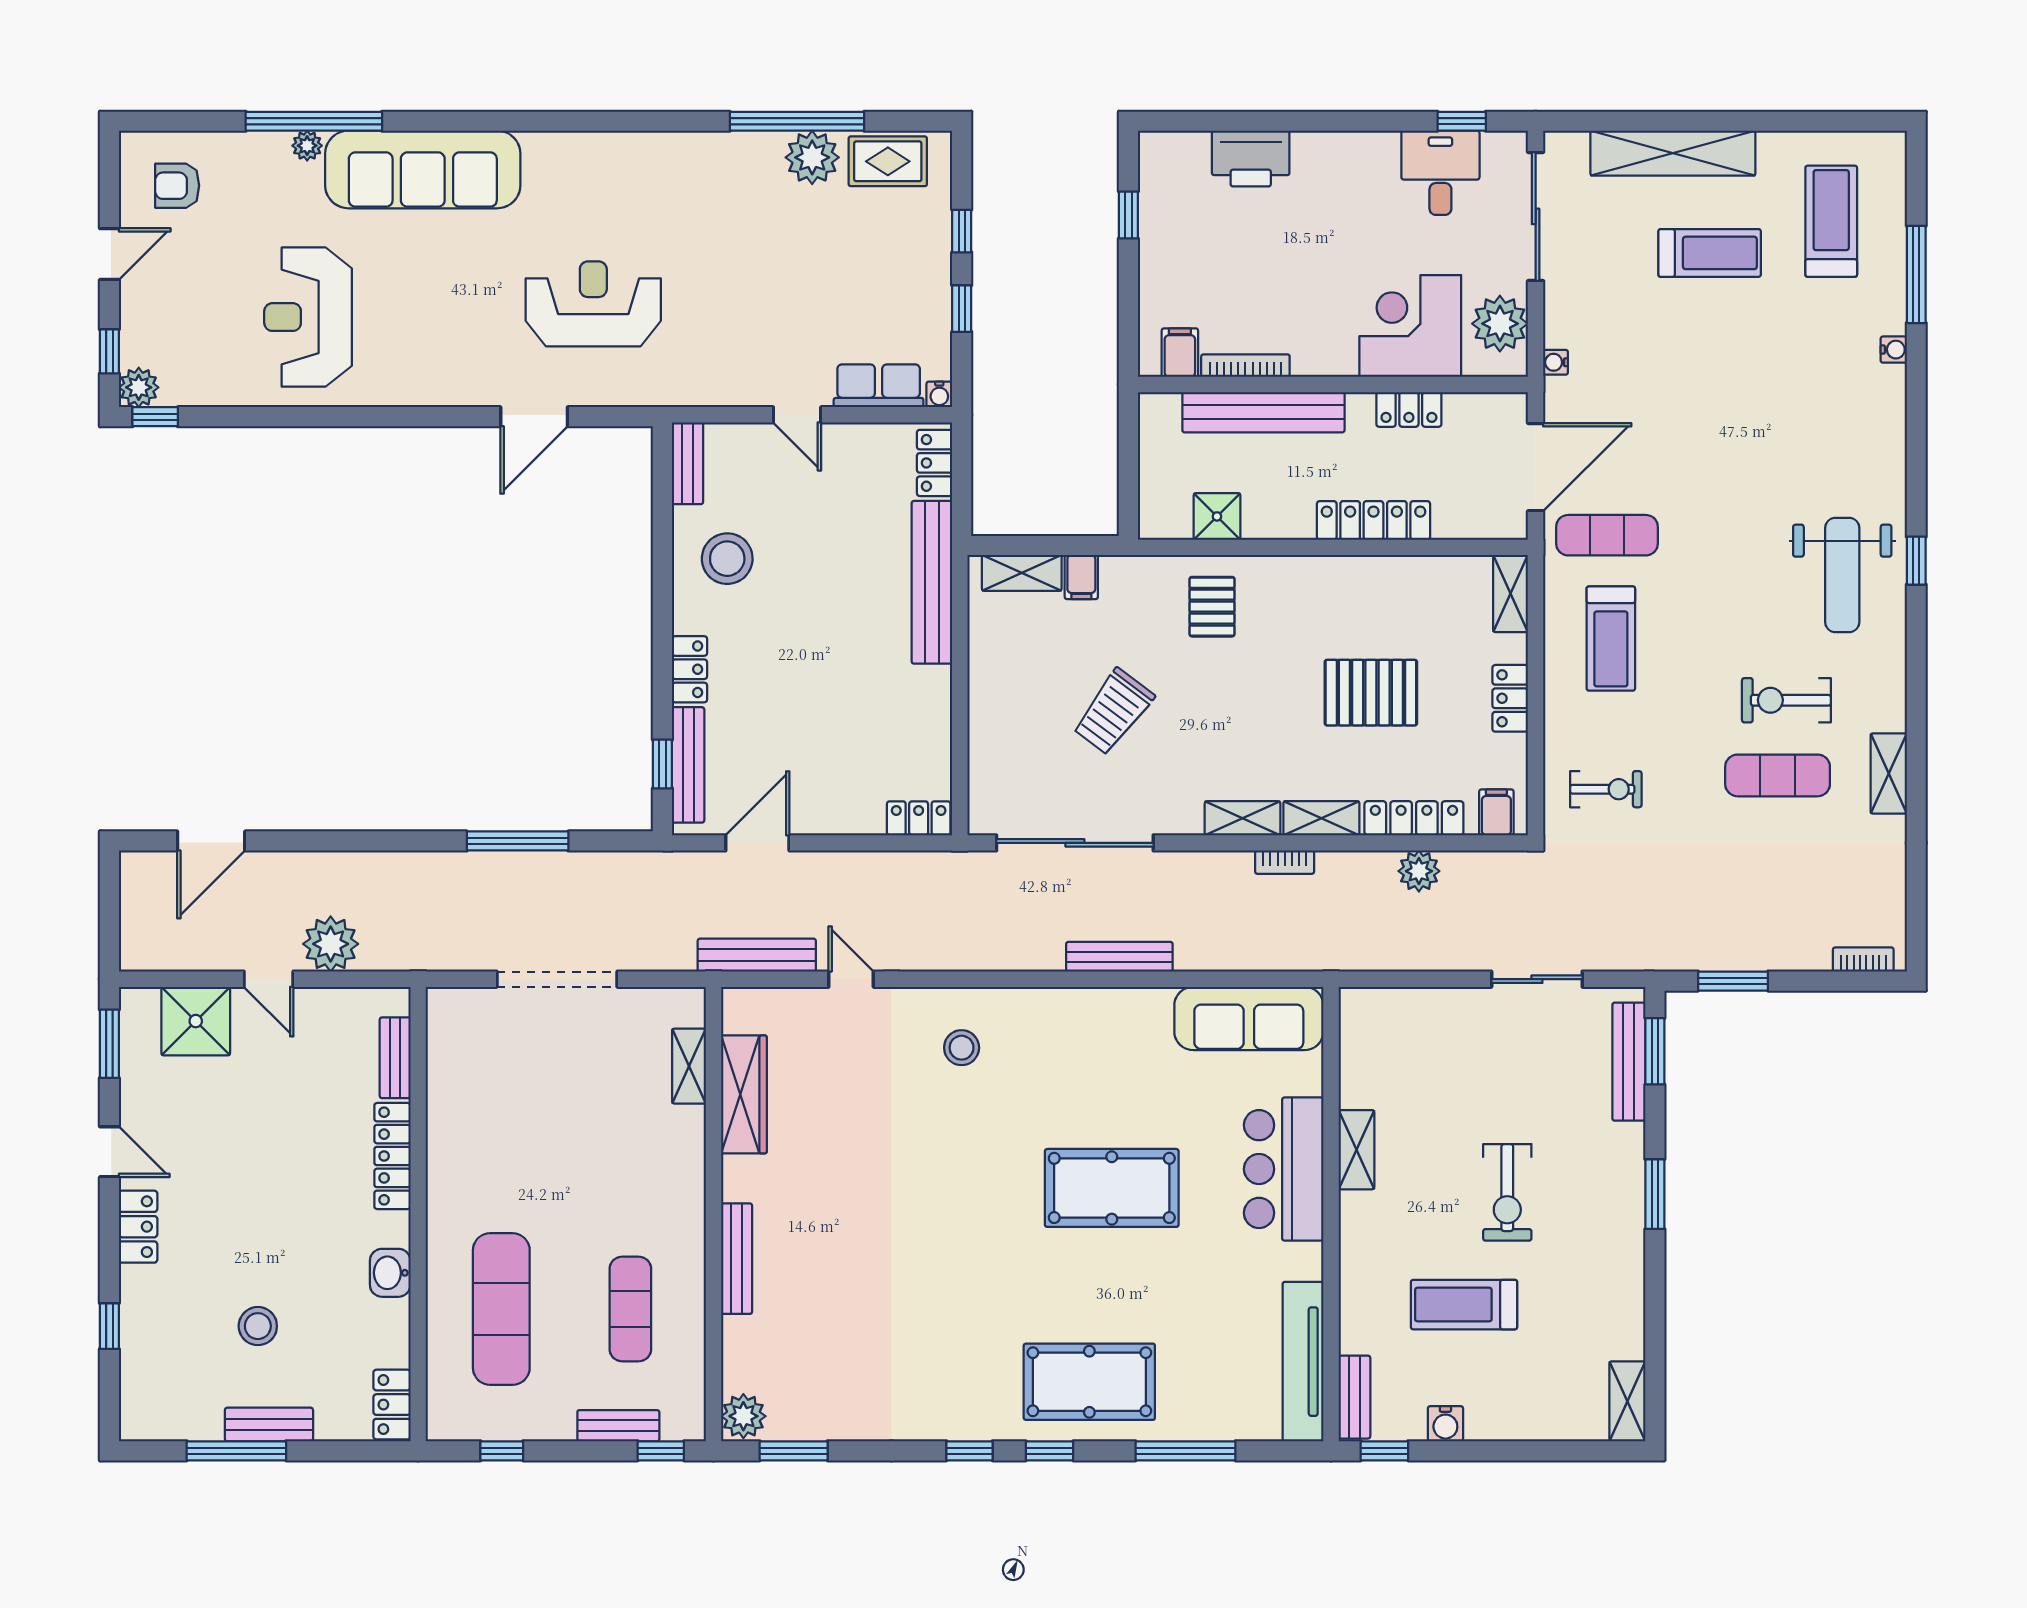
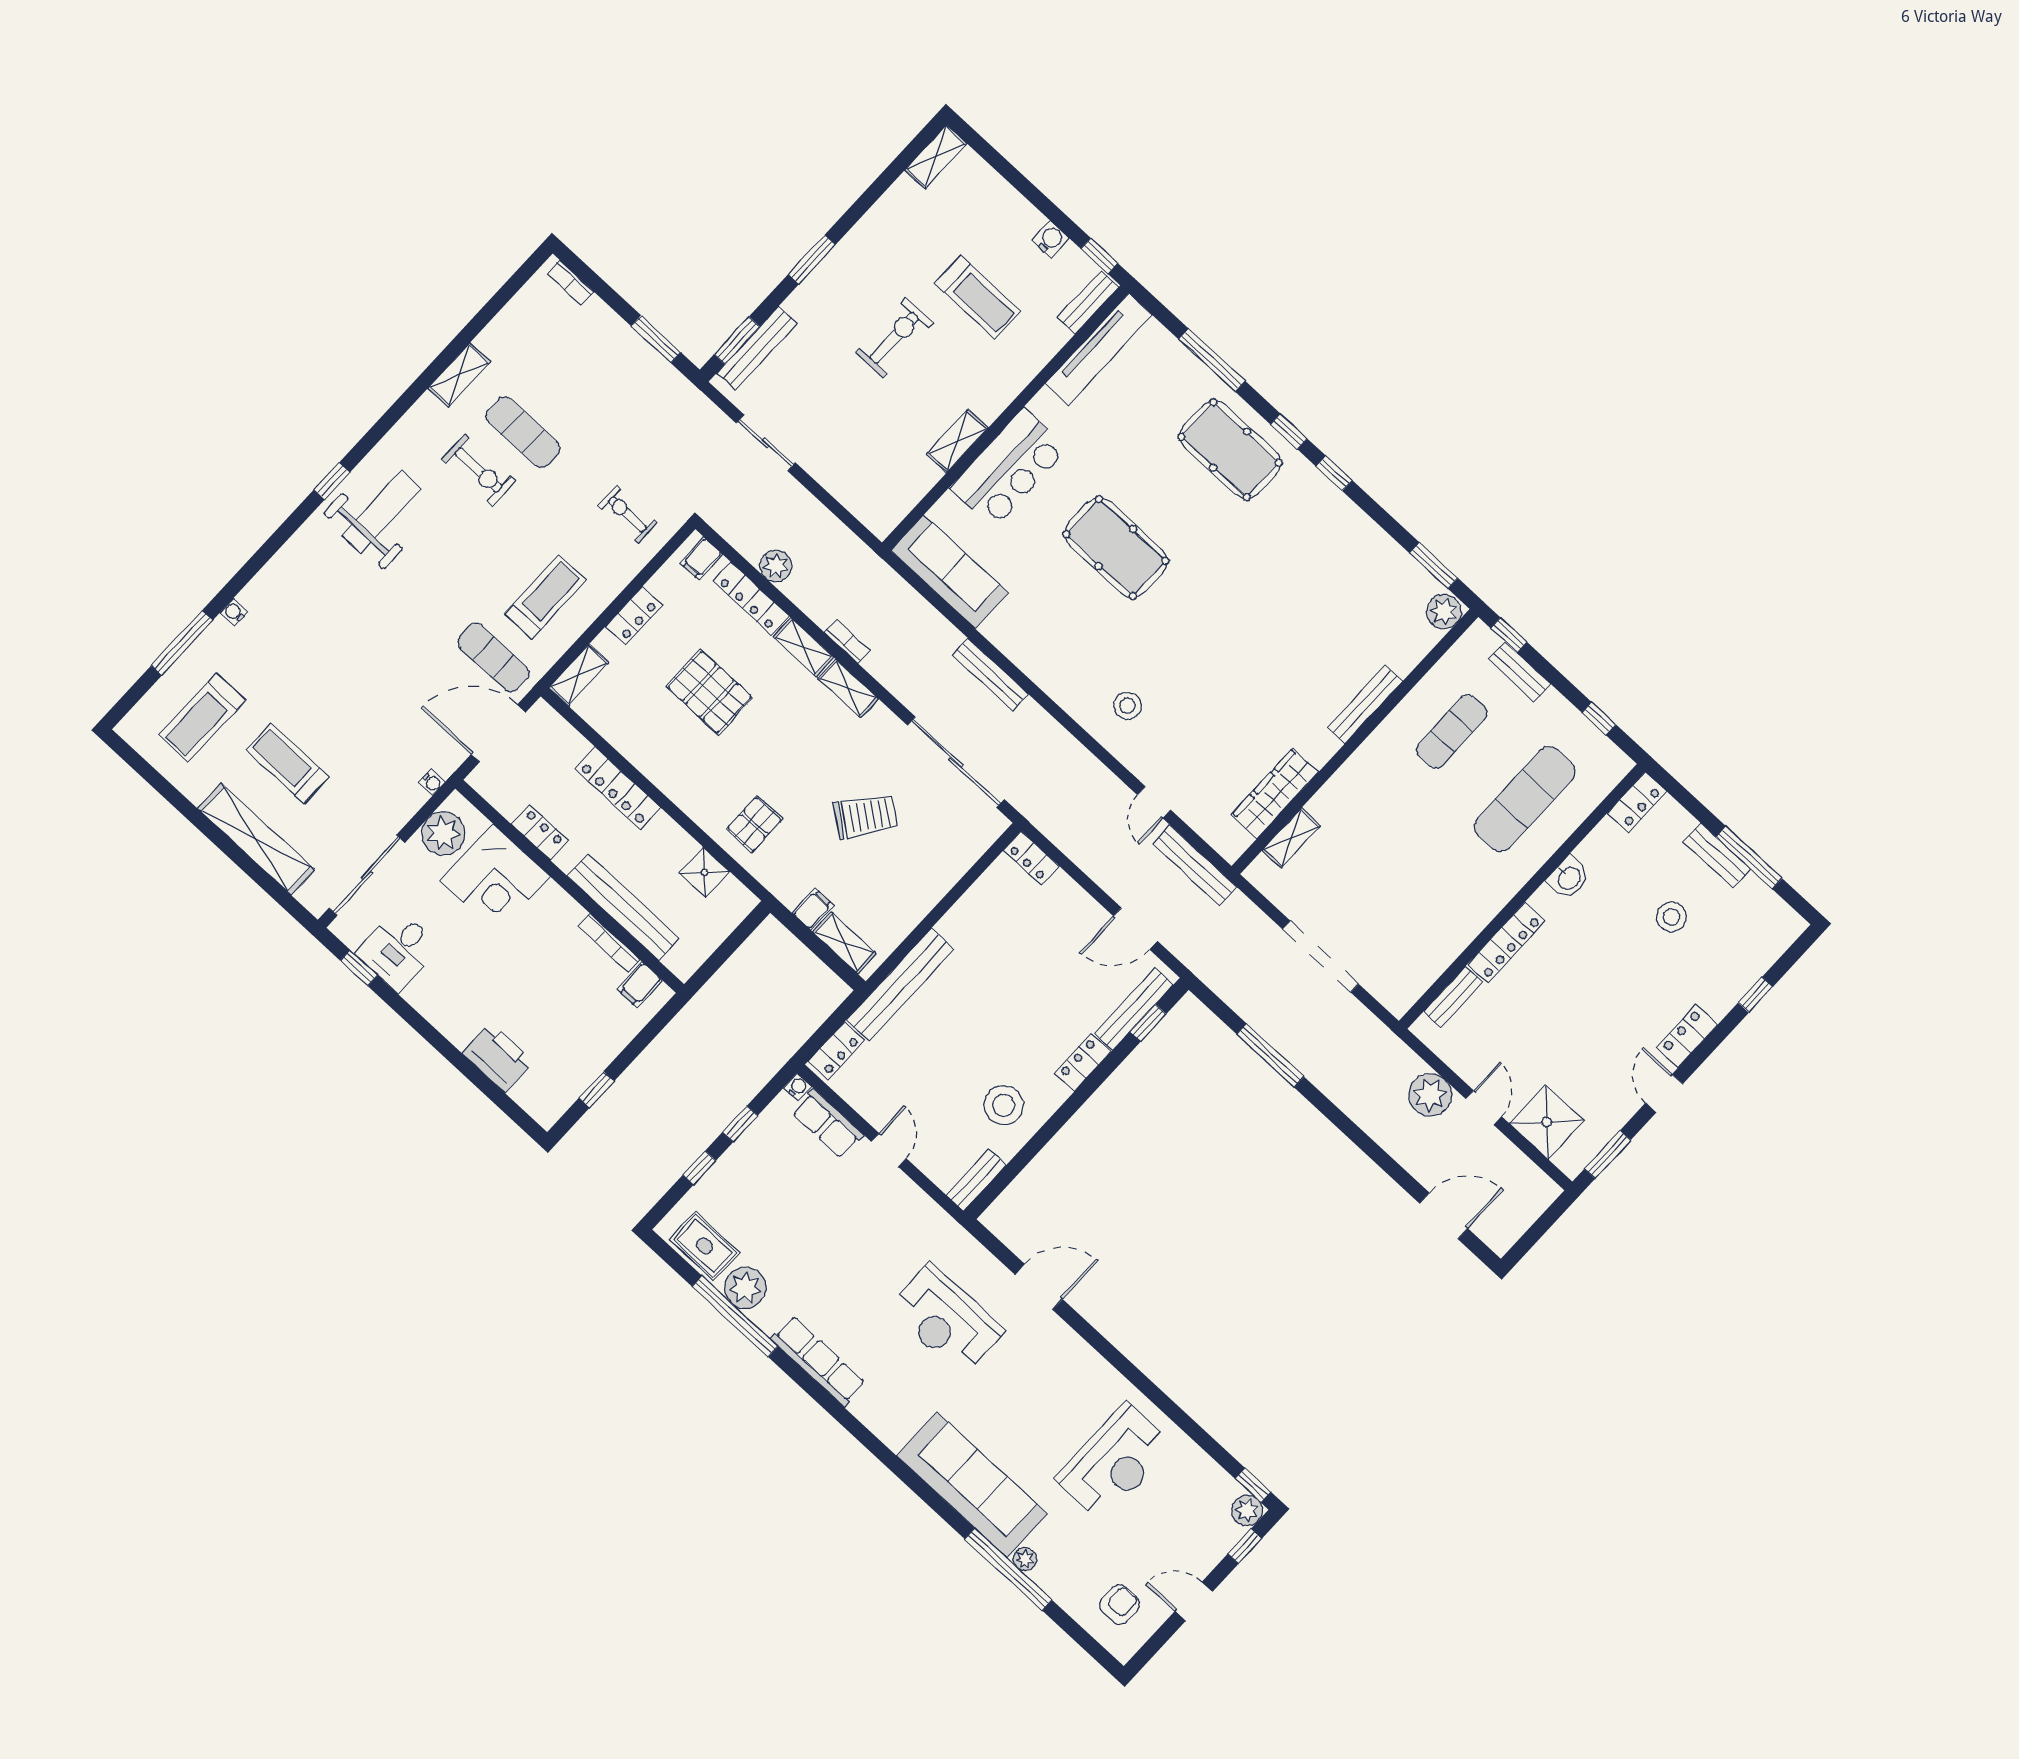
row of seats: (678, 152) -> (818, 1361), added
armchair: (177, 186) -> (1120, 1605), turned -90

